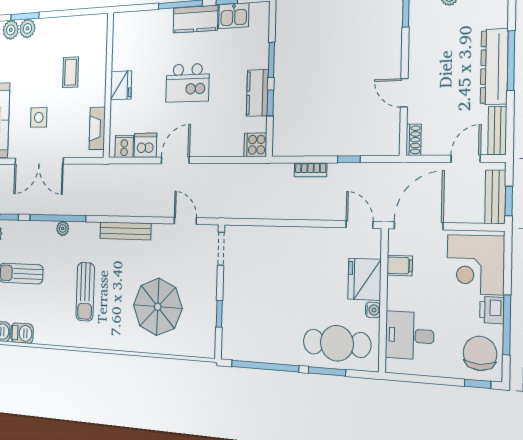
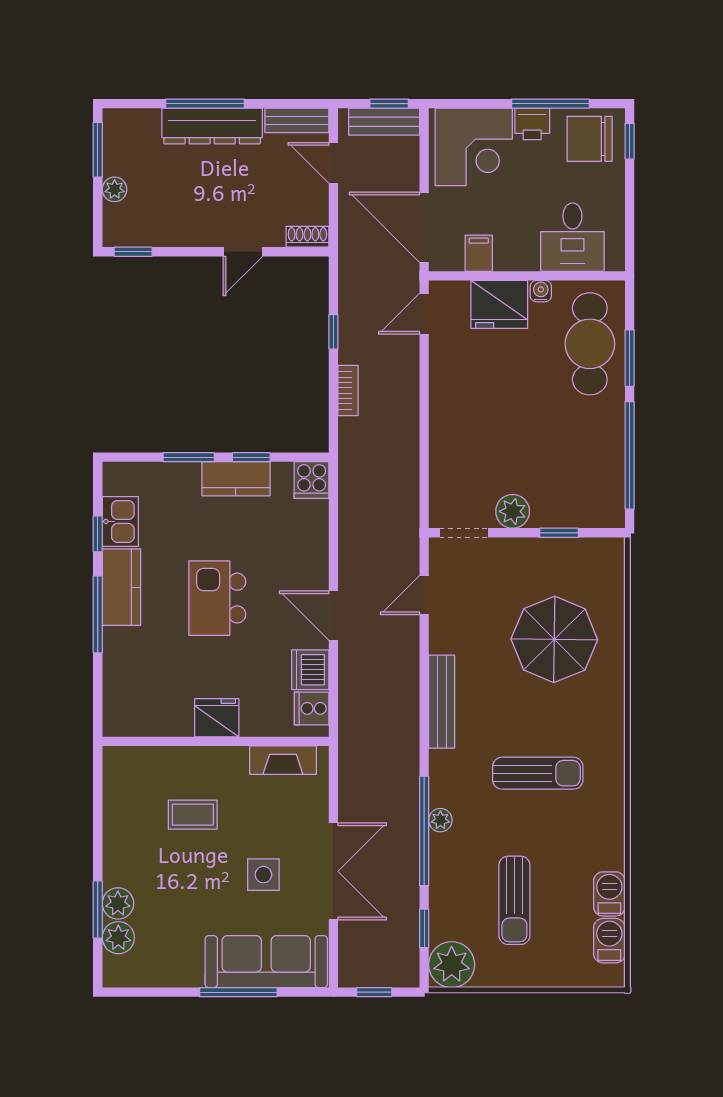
kitchen island: (187, 83) -> (217, 598), turned 180
plant: (233, 283) -> (513, 511), added

